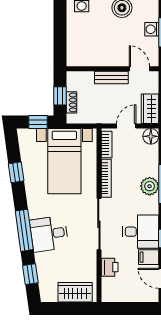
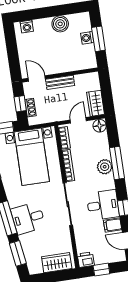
door: (139, 69) -> (37, 78), moved
printer: (110, 267) -> (86, 260), moved, turned -90
window: (30, 274) -> (18, 253), width x1.50
window: (127, 308) -> (101, 270), added

